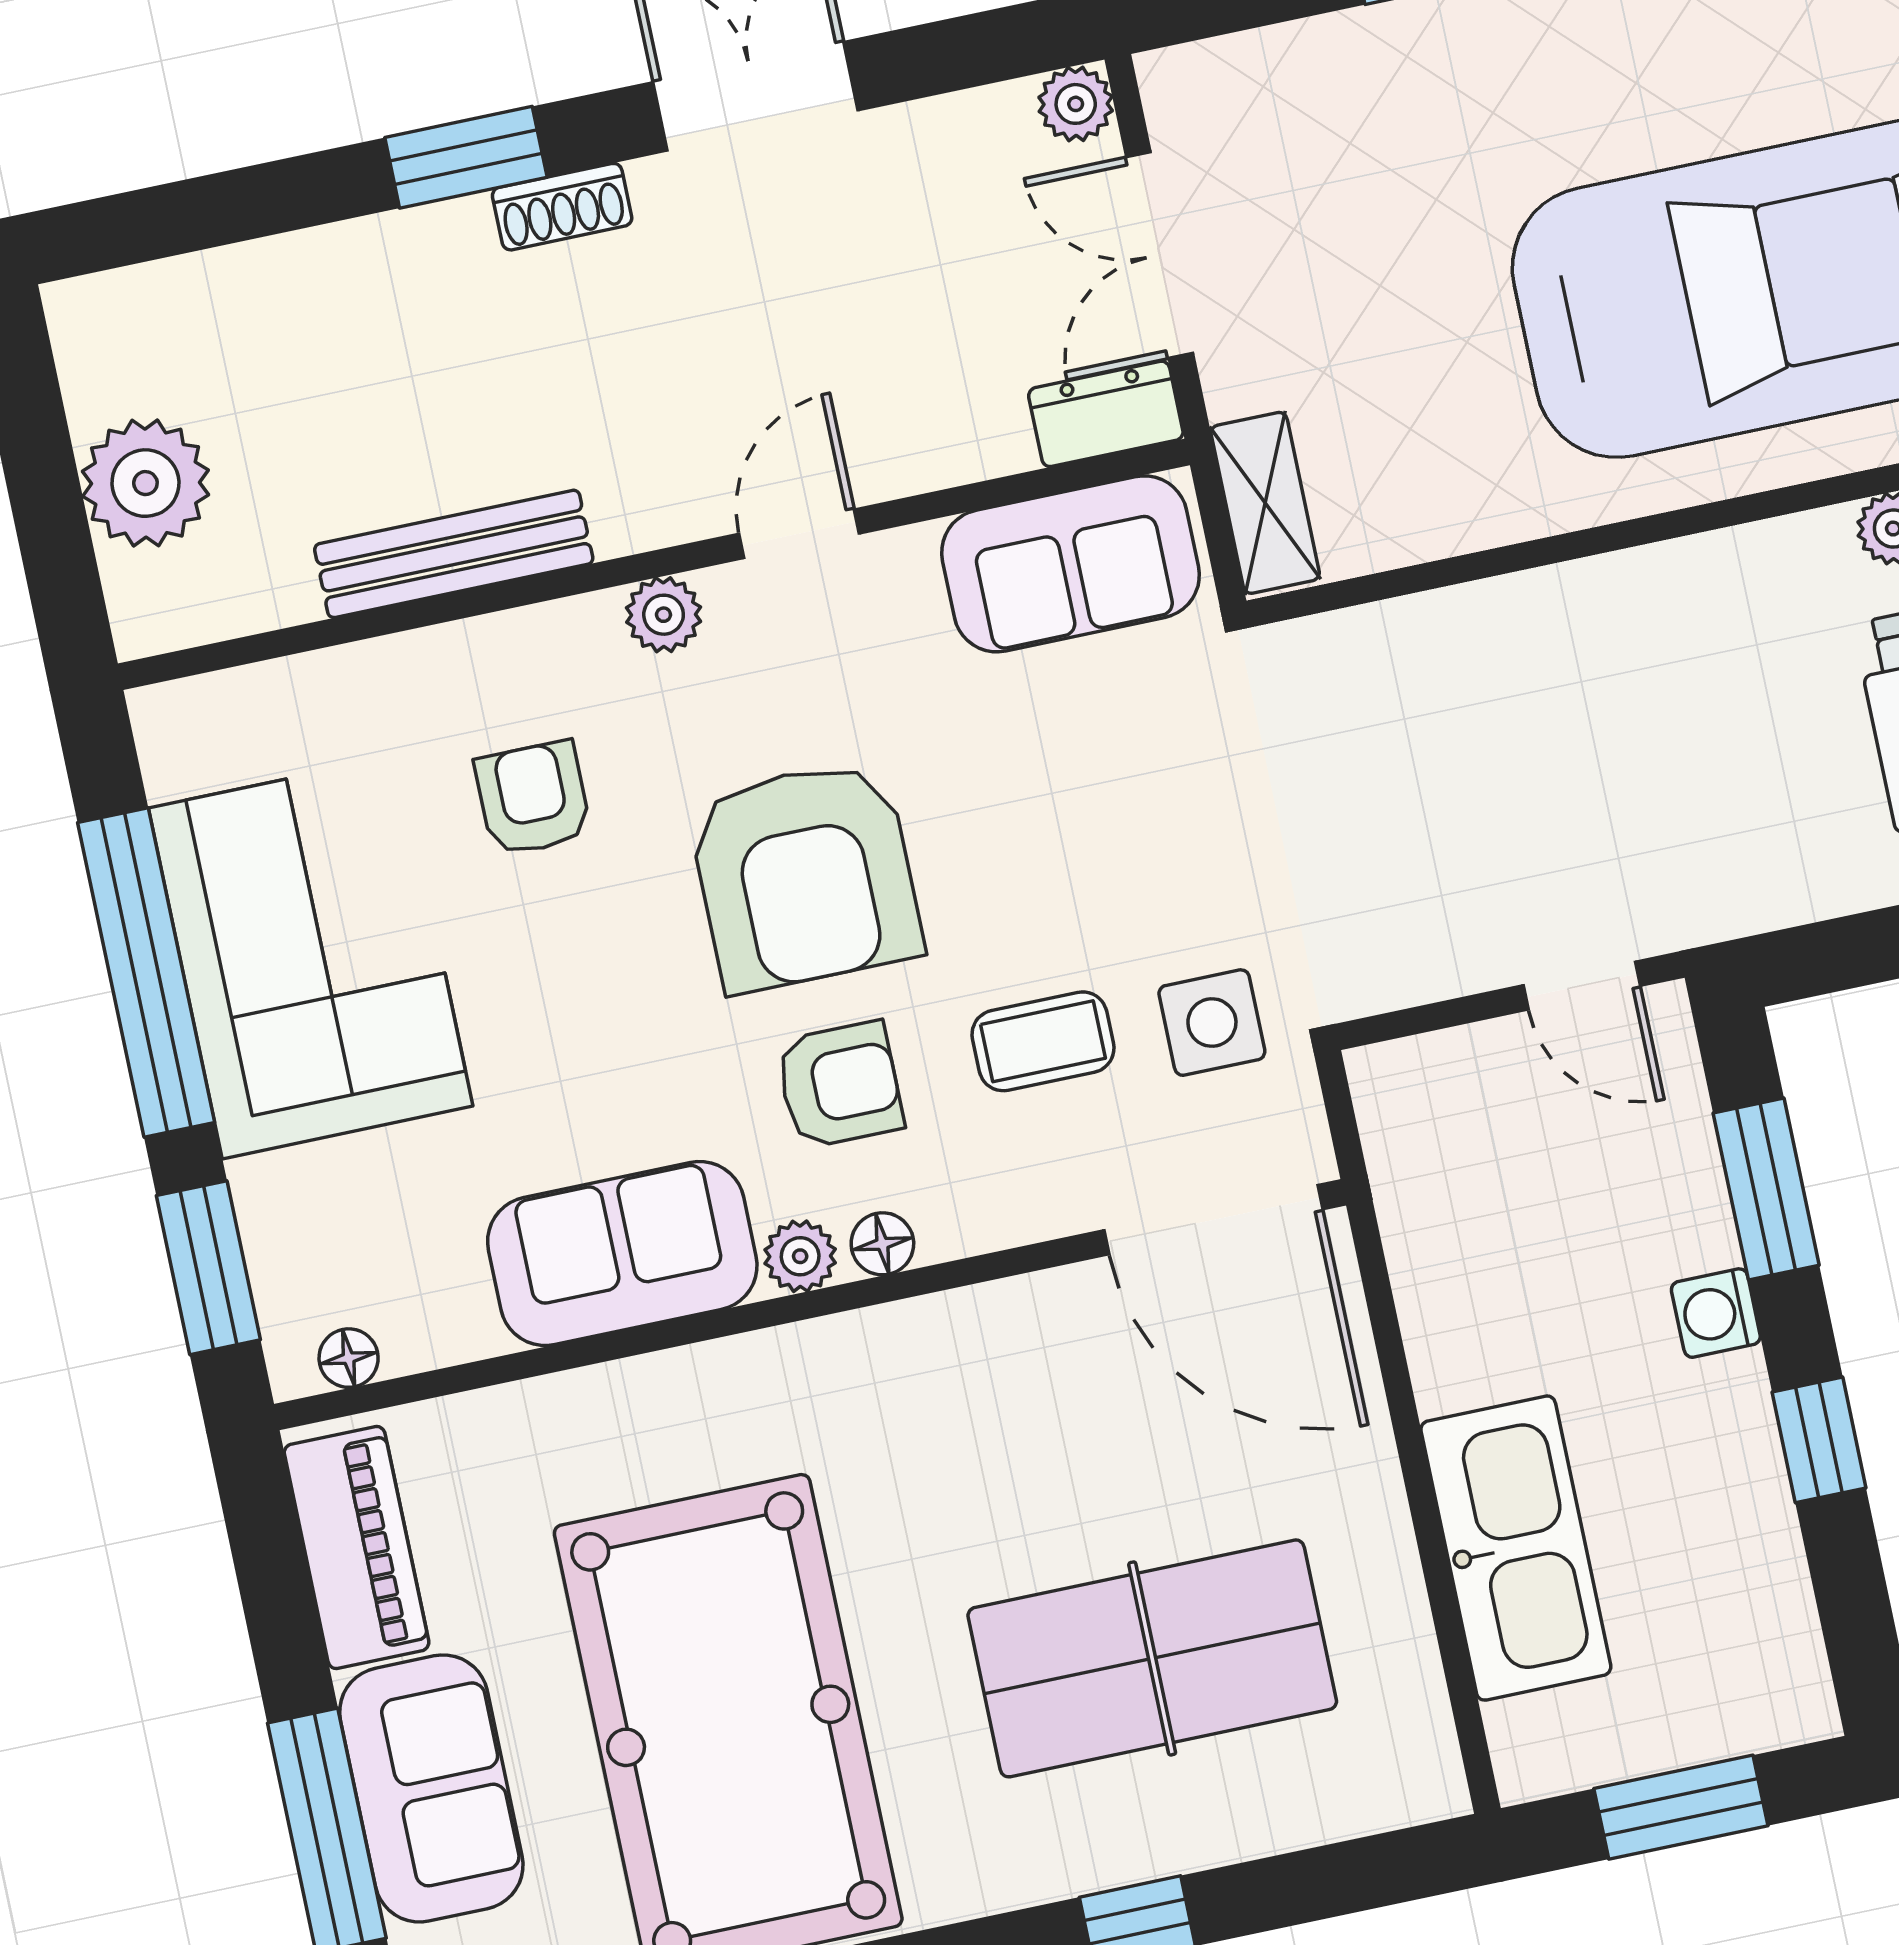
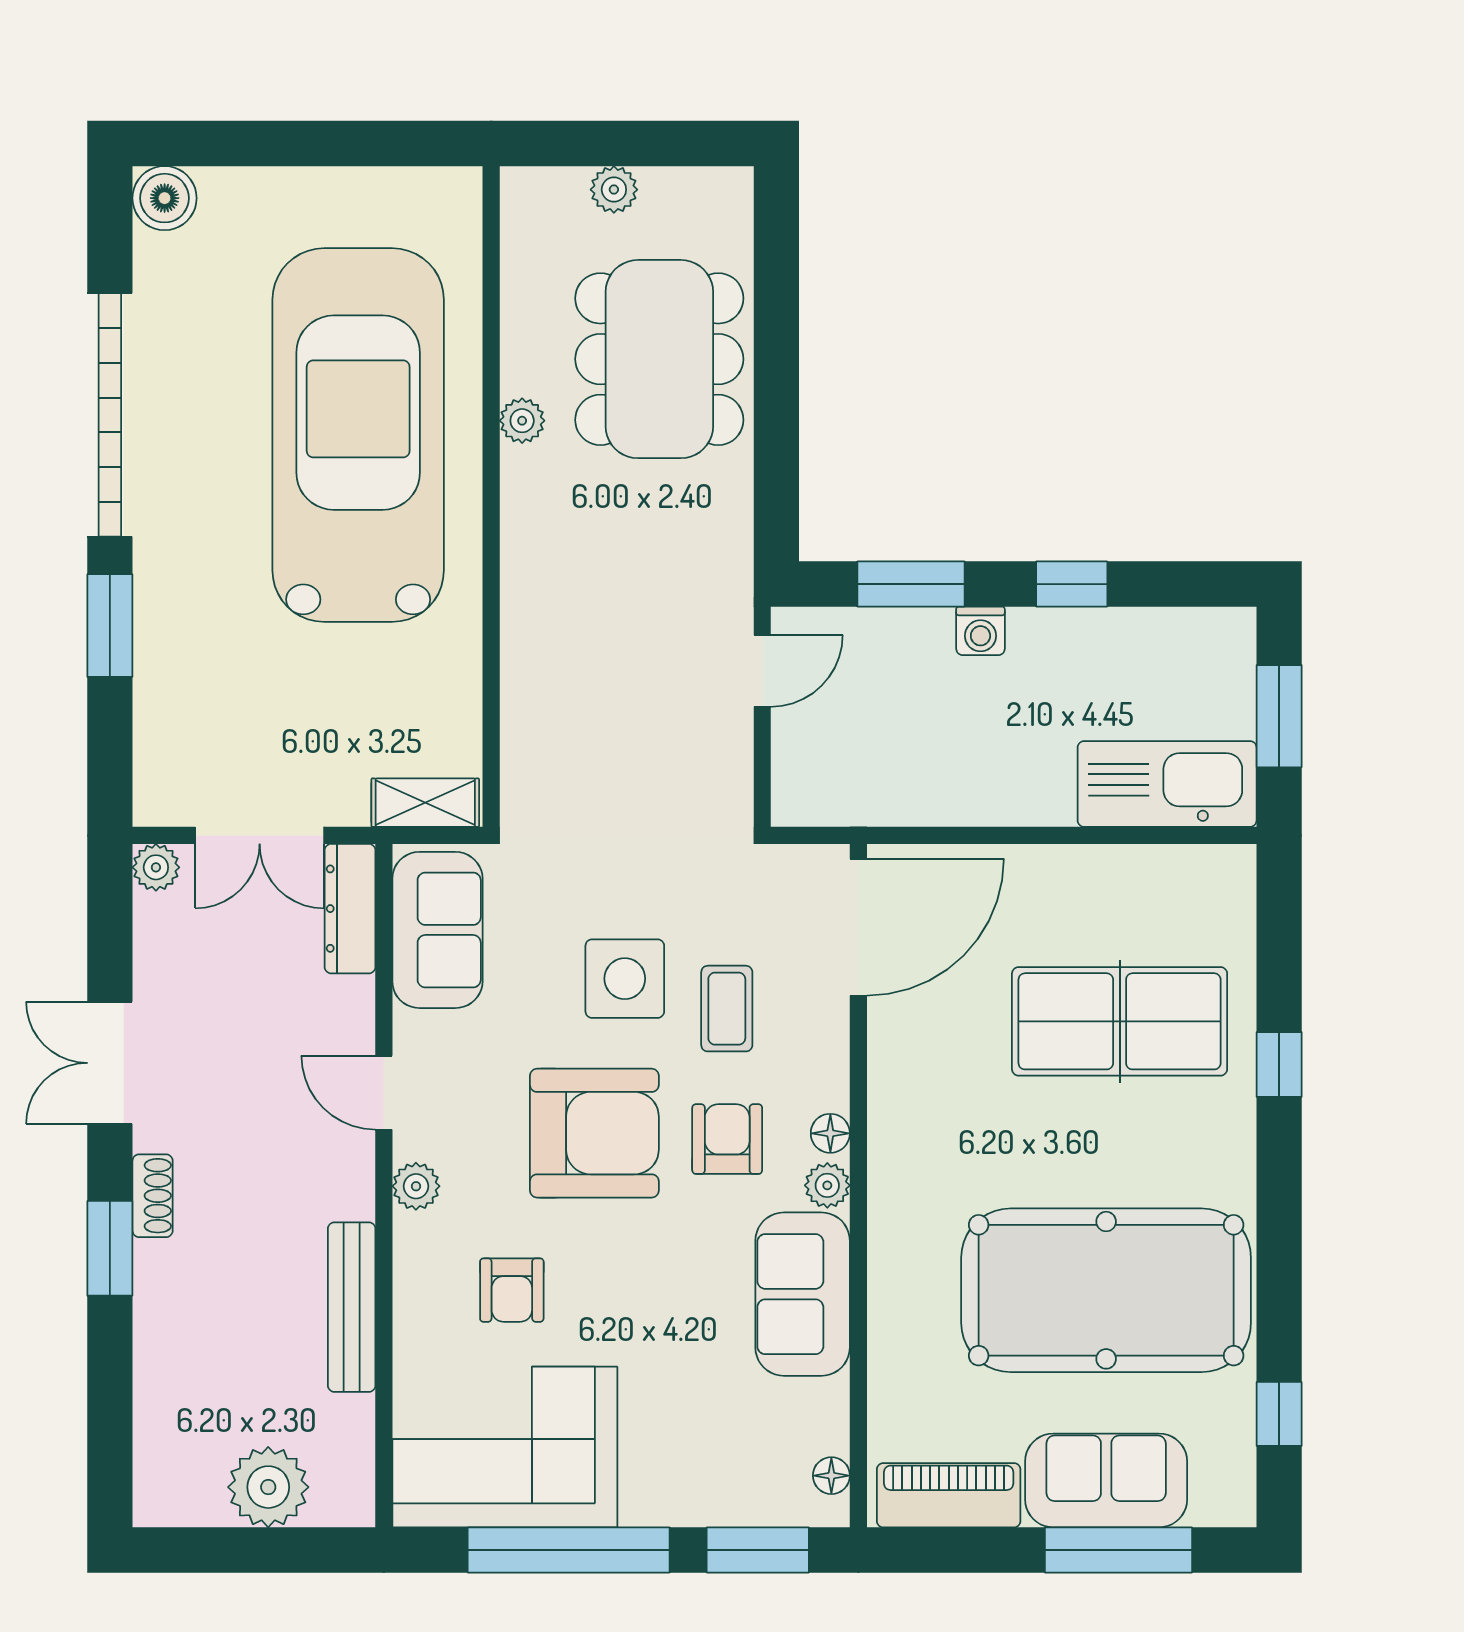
dresser: (1106, 414) -> (350, 909), width x1.44
armchair: (533, 798) -> (512, 1290), turned -90
corner sofa: (311, 957) -> (505, 1447), moved
side table: (1212, 1023) -> (625, 979), moved, width x1.37, depth x1.37
kitchen sink: (1516, 1548) -> (1167, 784), moved
table tennis table: (1152, 1658) -> (1120, 1021), turned 90

